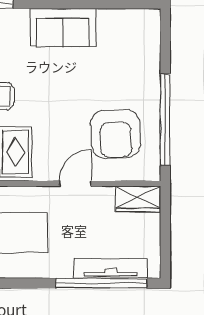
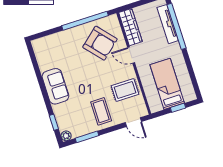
armchair: (116, 134) -> (100, 43), turned 52
wardrobe: (138, 199) -> (130, 27), width x1.50

